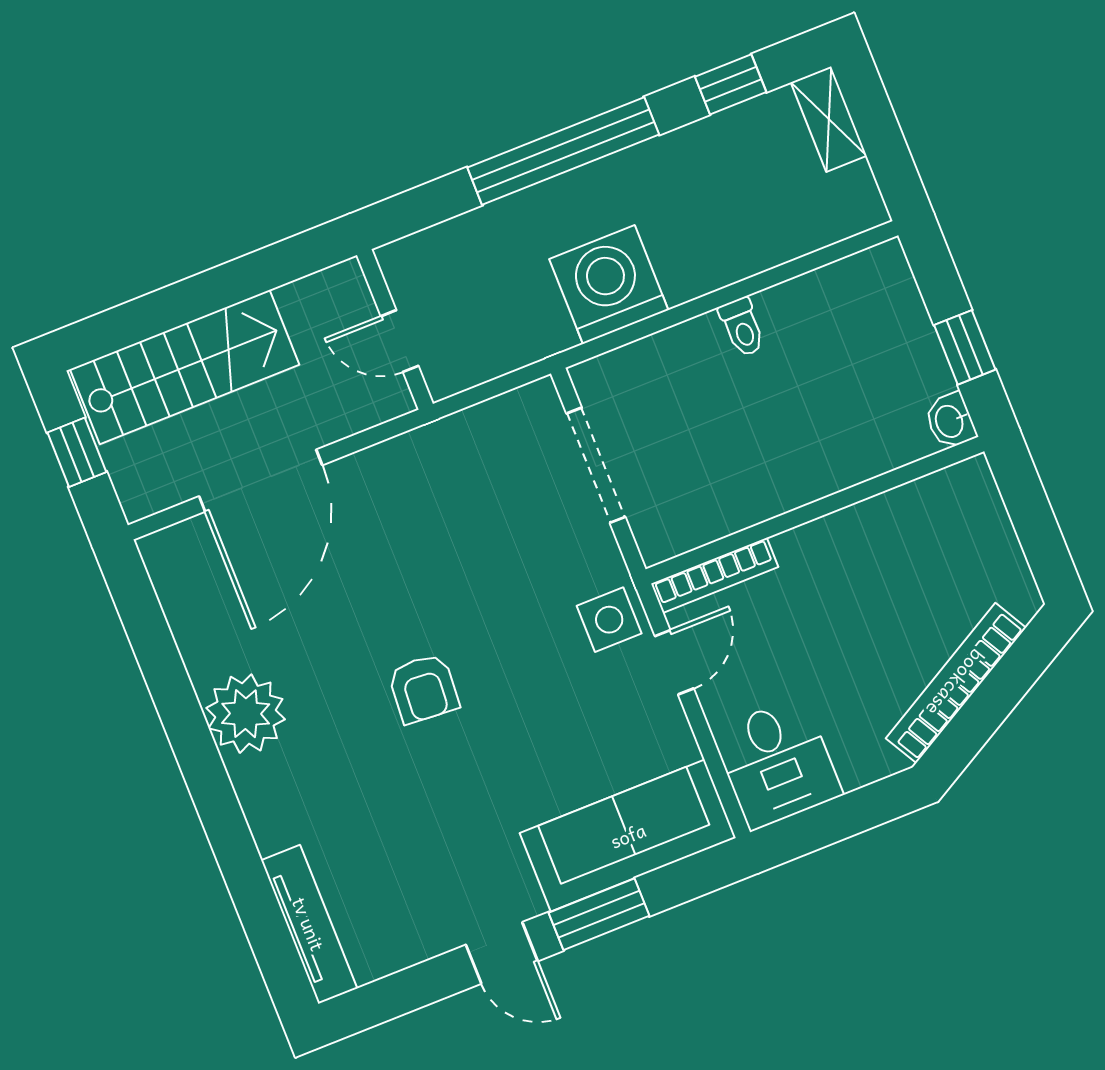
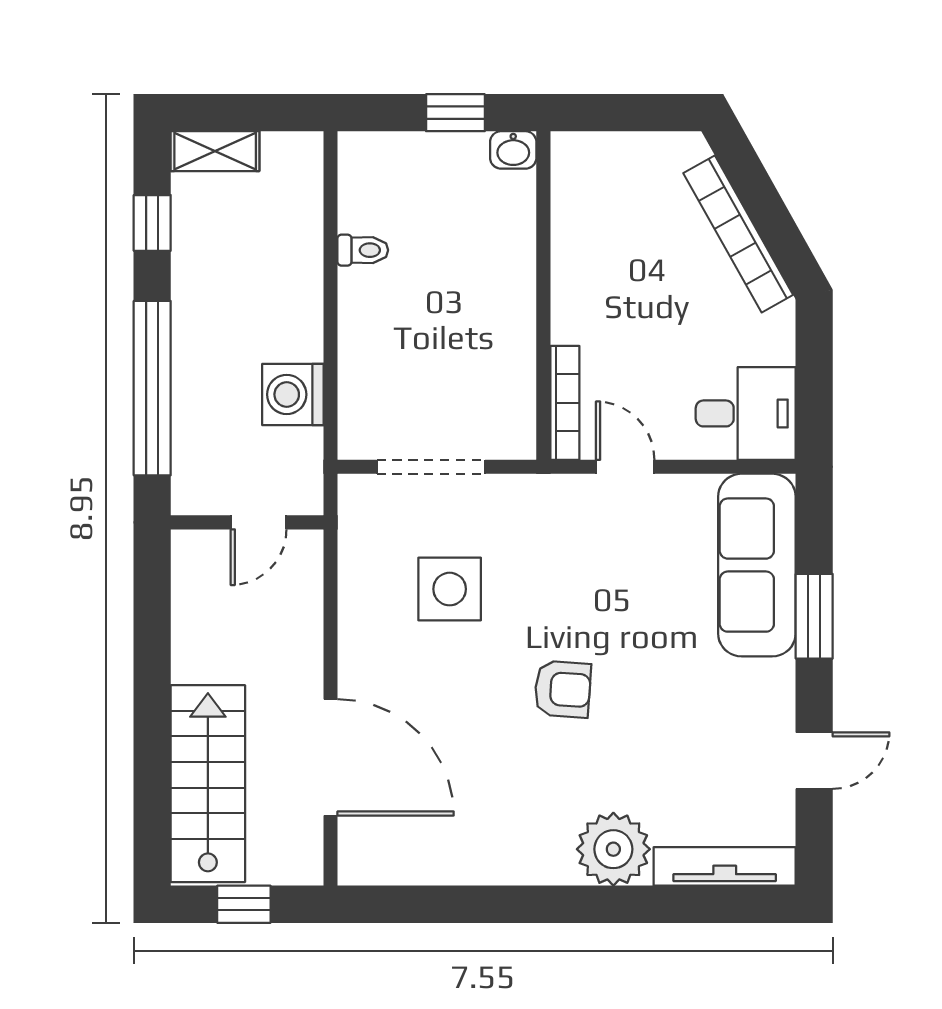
washing machine: (609, 285) -> (293, 394), width x0.73, depth x0.73
toilet: (742, 327) -> (363, 250), moved
wall: (395, 329) -> (247, 522), moved
door: (400, 341) -> (259, 522), moved
side table: (609, 620) -> (450, 589), moved, width x1.37, depth x1.37
plant: (246, 714) -> (613, 849), moved
door: (502, 953) -> (814, 761), moved

